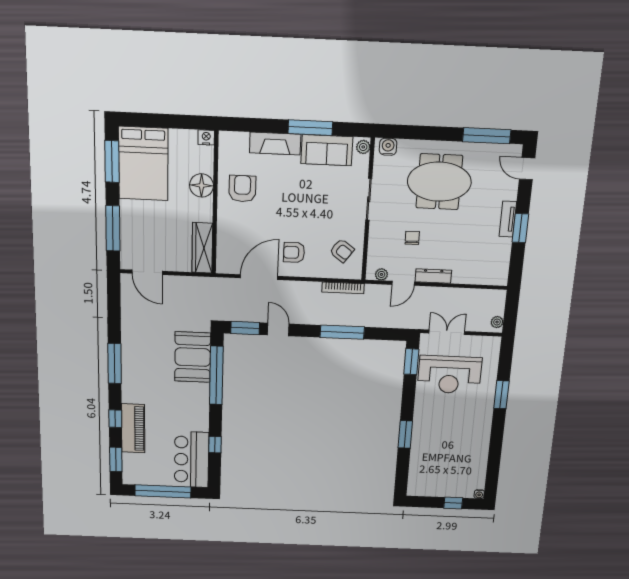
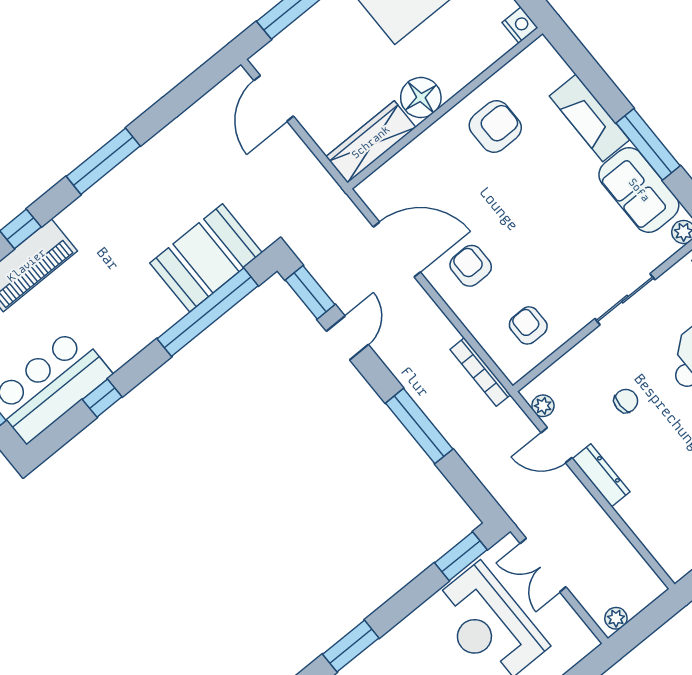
floor lamp: (202, 185) -> (421, 98), moved
armchair: (342, 251) -> (528, 325), turned 144
double door: (447, 332) -> (543, 565), swing flipped

